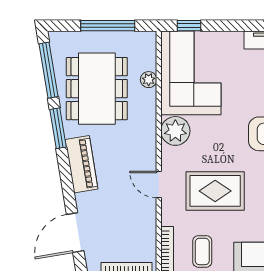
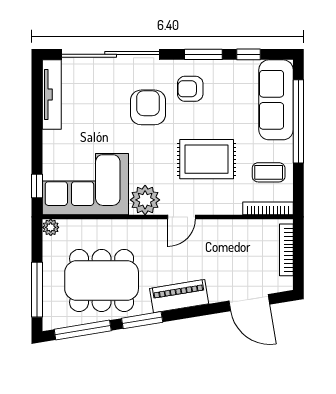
window: (108, 26) -> (37, 290), moved
plant: (149, 80) -> (51, 227), moved
door: (159, 185) -> (181, 217), moved
rug: (215, 191) -> (207, 159), turned 90

